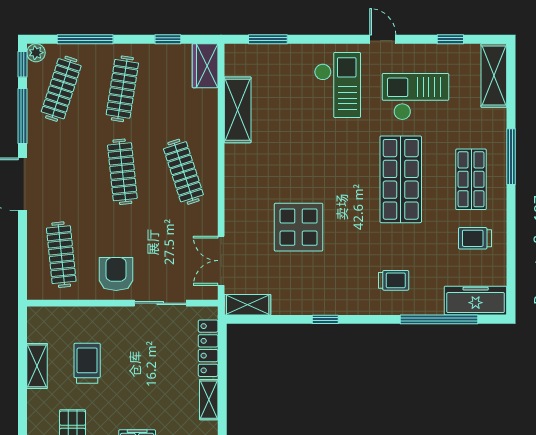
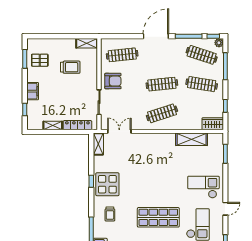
checkout: (338, 85) -> (203, 187), turned 180
display table: (299, 227) -> (107, 184), moved
shelving: (37, 366) -> (87, 43), moved

